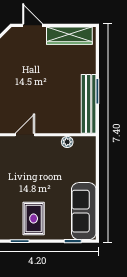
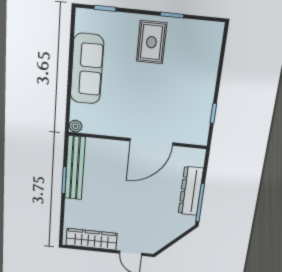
door: (25, 135) -> (151, 142), width x1.87
plant: (67, 142) -> (76, 126), moved
sofa: (84, 211) -> (87, 69), moved

